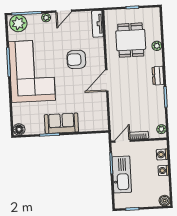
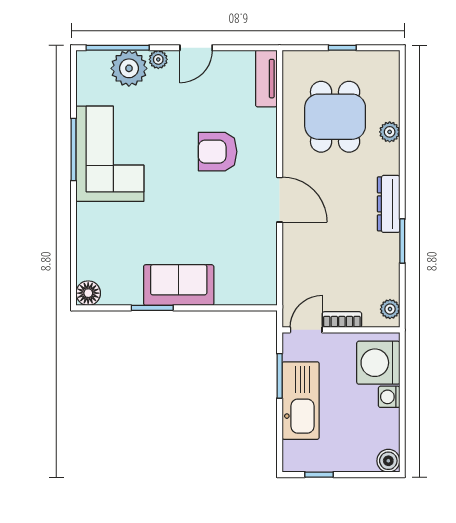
plant: (18, 23) -> (129, 68), moved
corner sofa: (32, 71) -> (110, 154), width x0.73, depth x0.74
dresser: (158, 76) -> (389, 204), width x1.44
door: (107, 80) -> (280, 200), swing flipped
washing machine: (162, 154) -> (378, 363), width x1.89, depth x1.89

